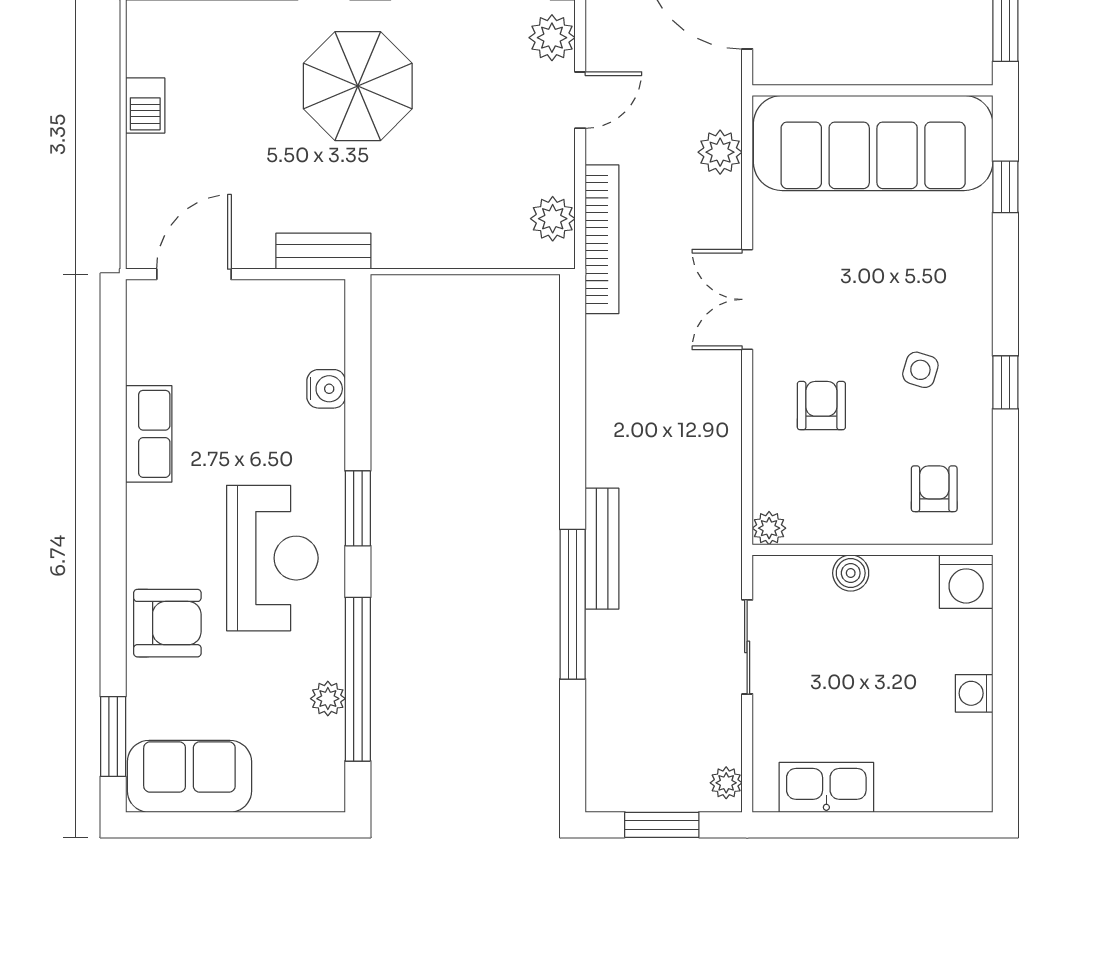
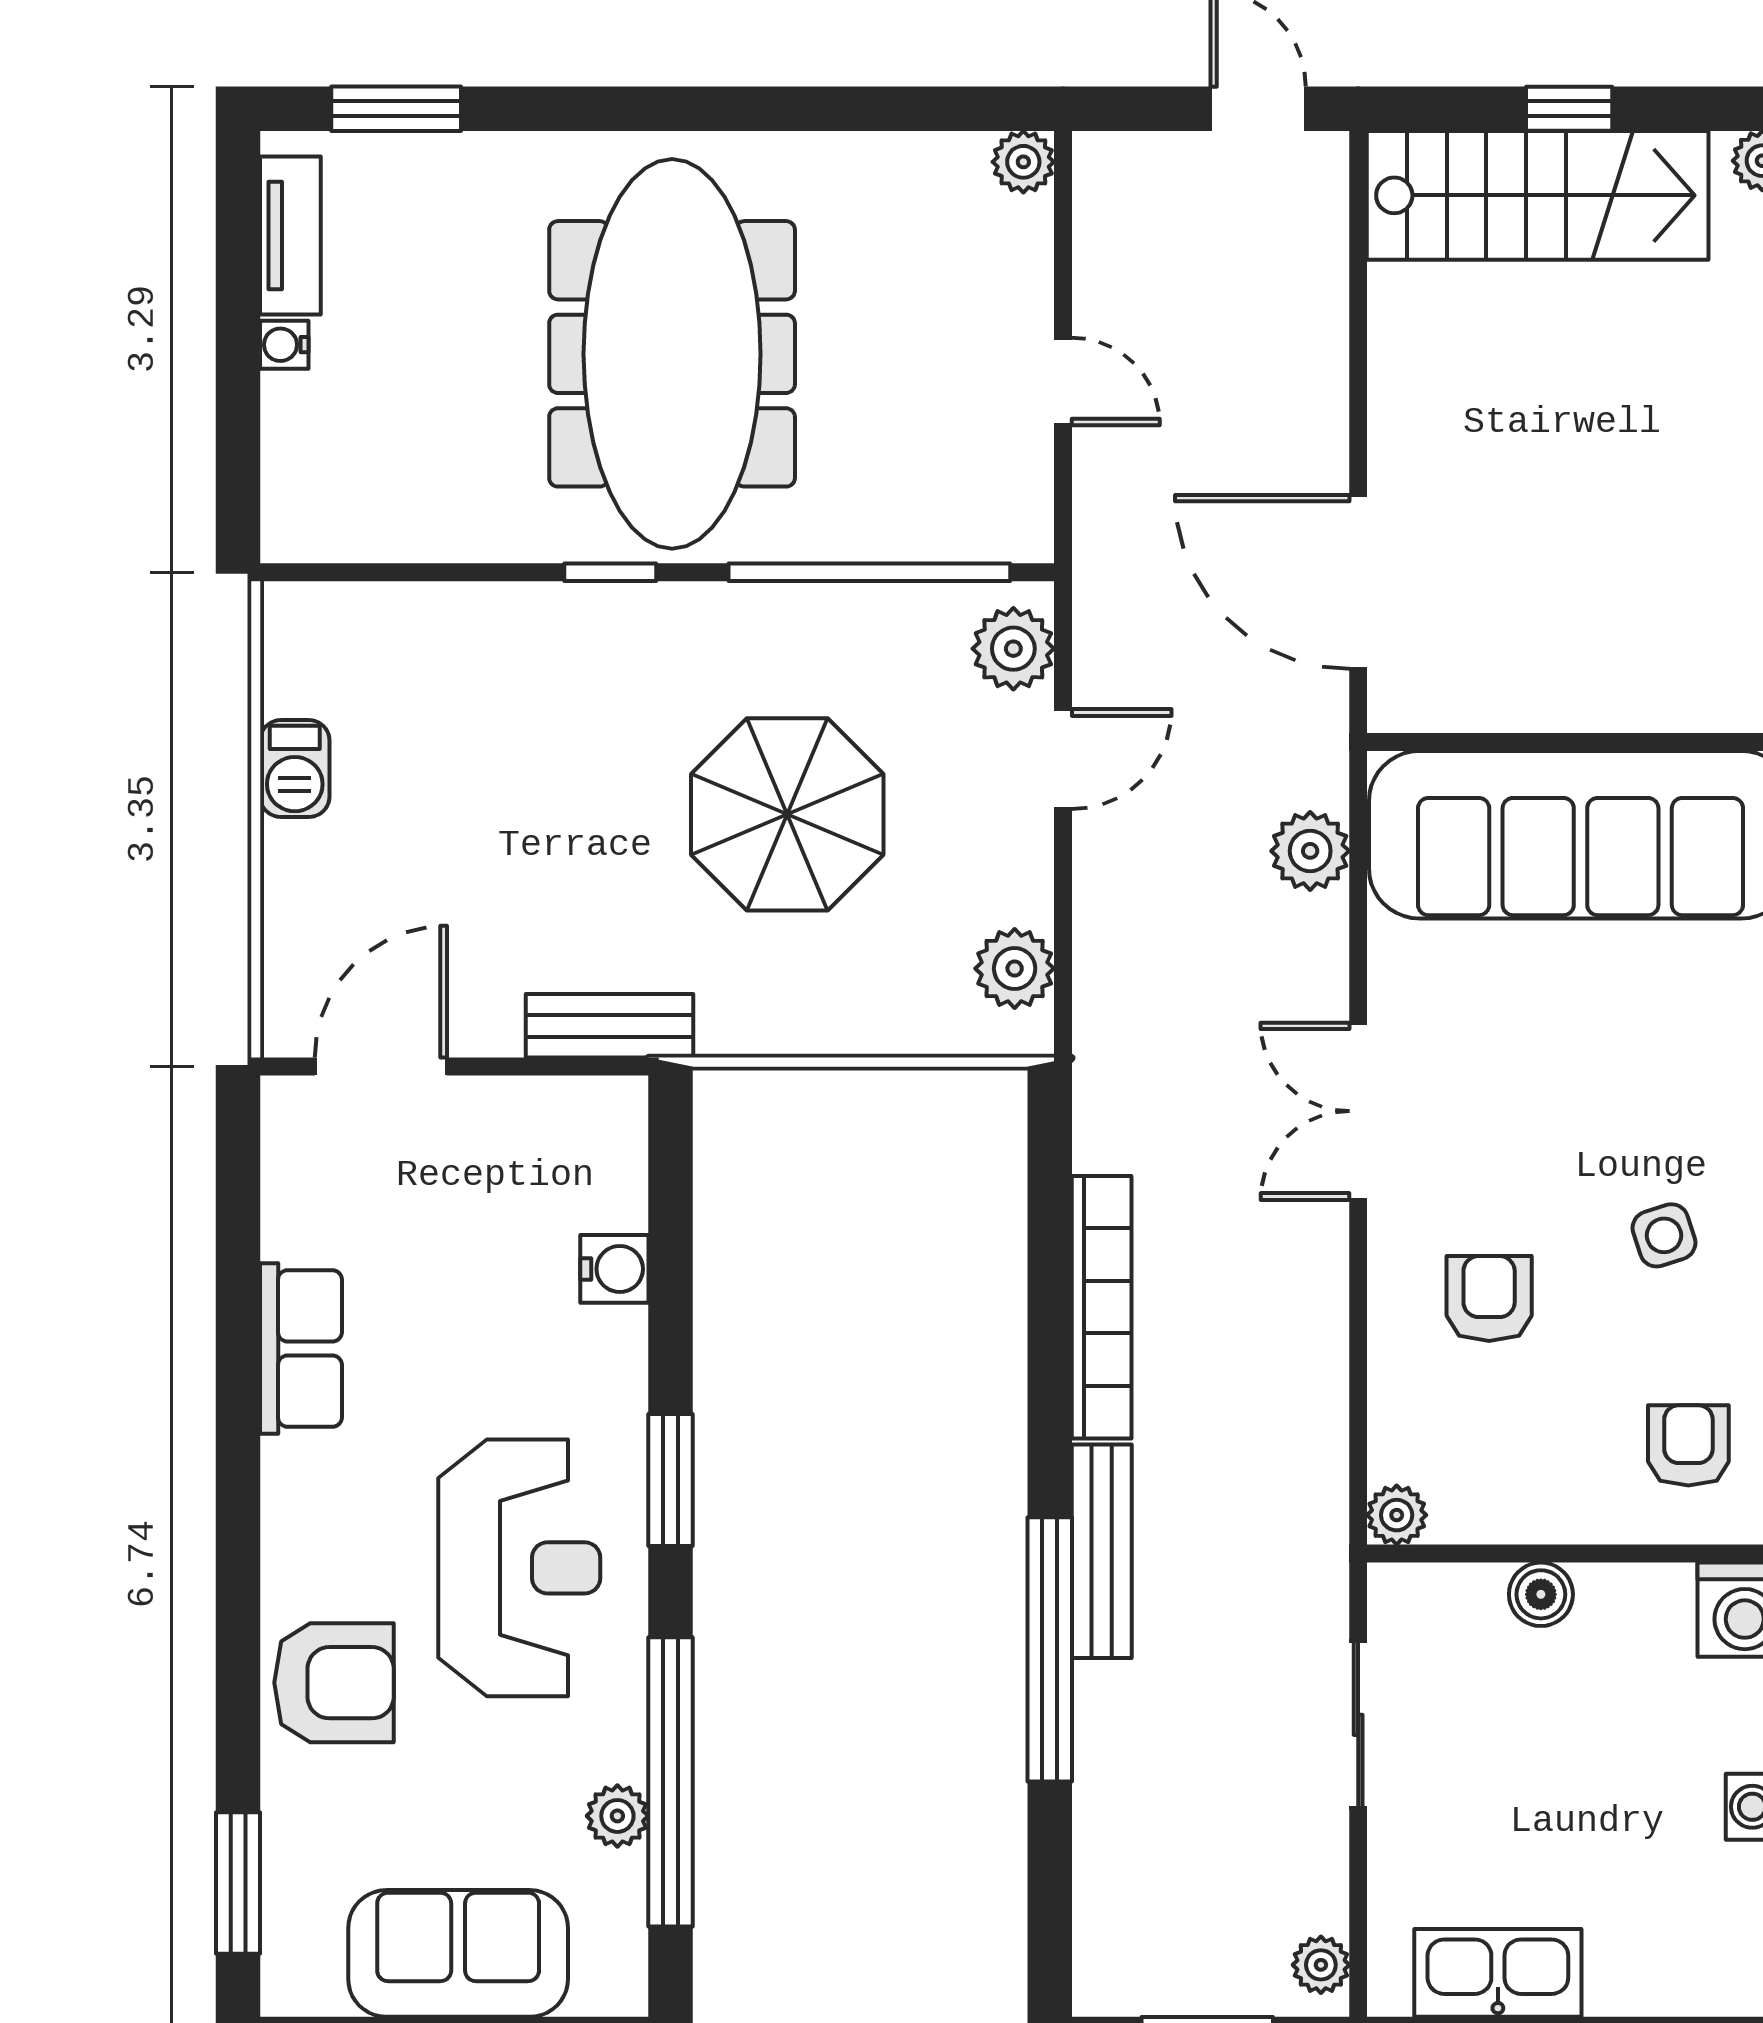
parasol: (358, 86) -> (787, 814), moved
bookcase: (602, 239) -> (1102, 1307), moved
side table: (920, 370) -> (1664, 1235), turned -35
sofa: (189, 776) -> (458, 1953), moved

